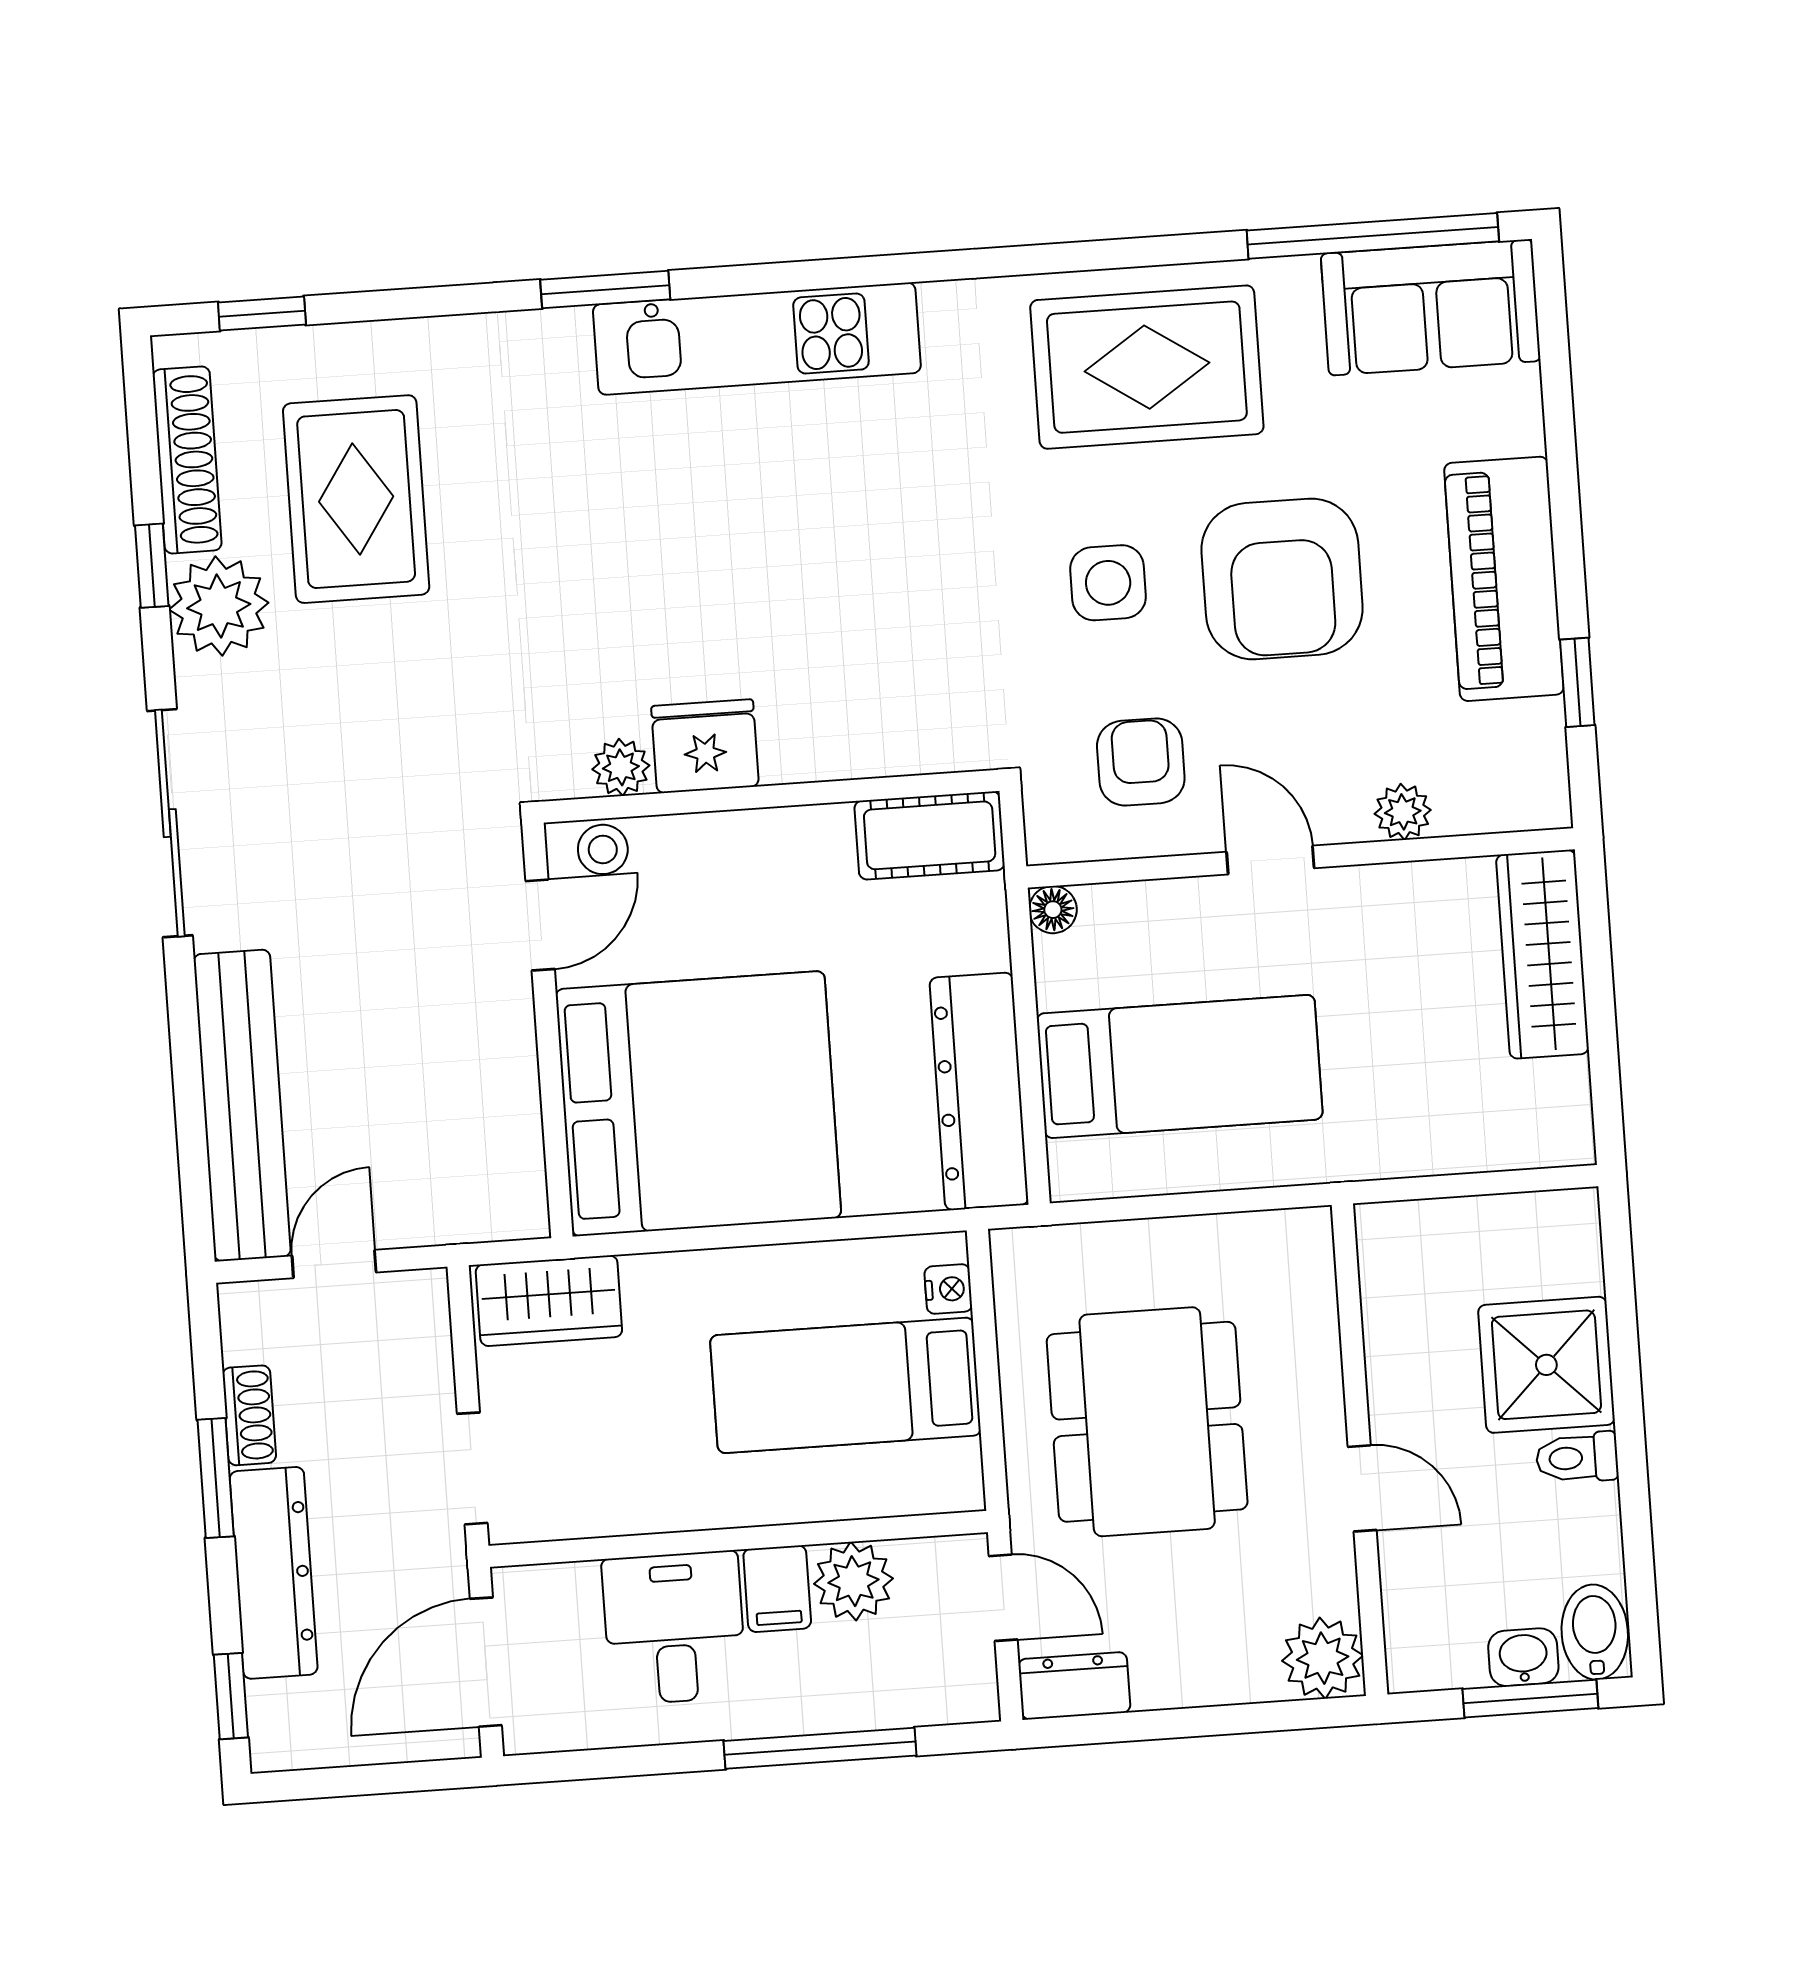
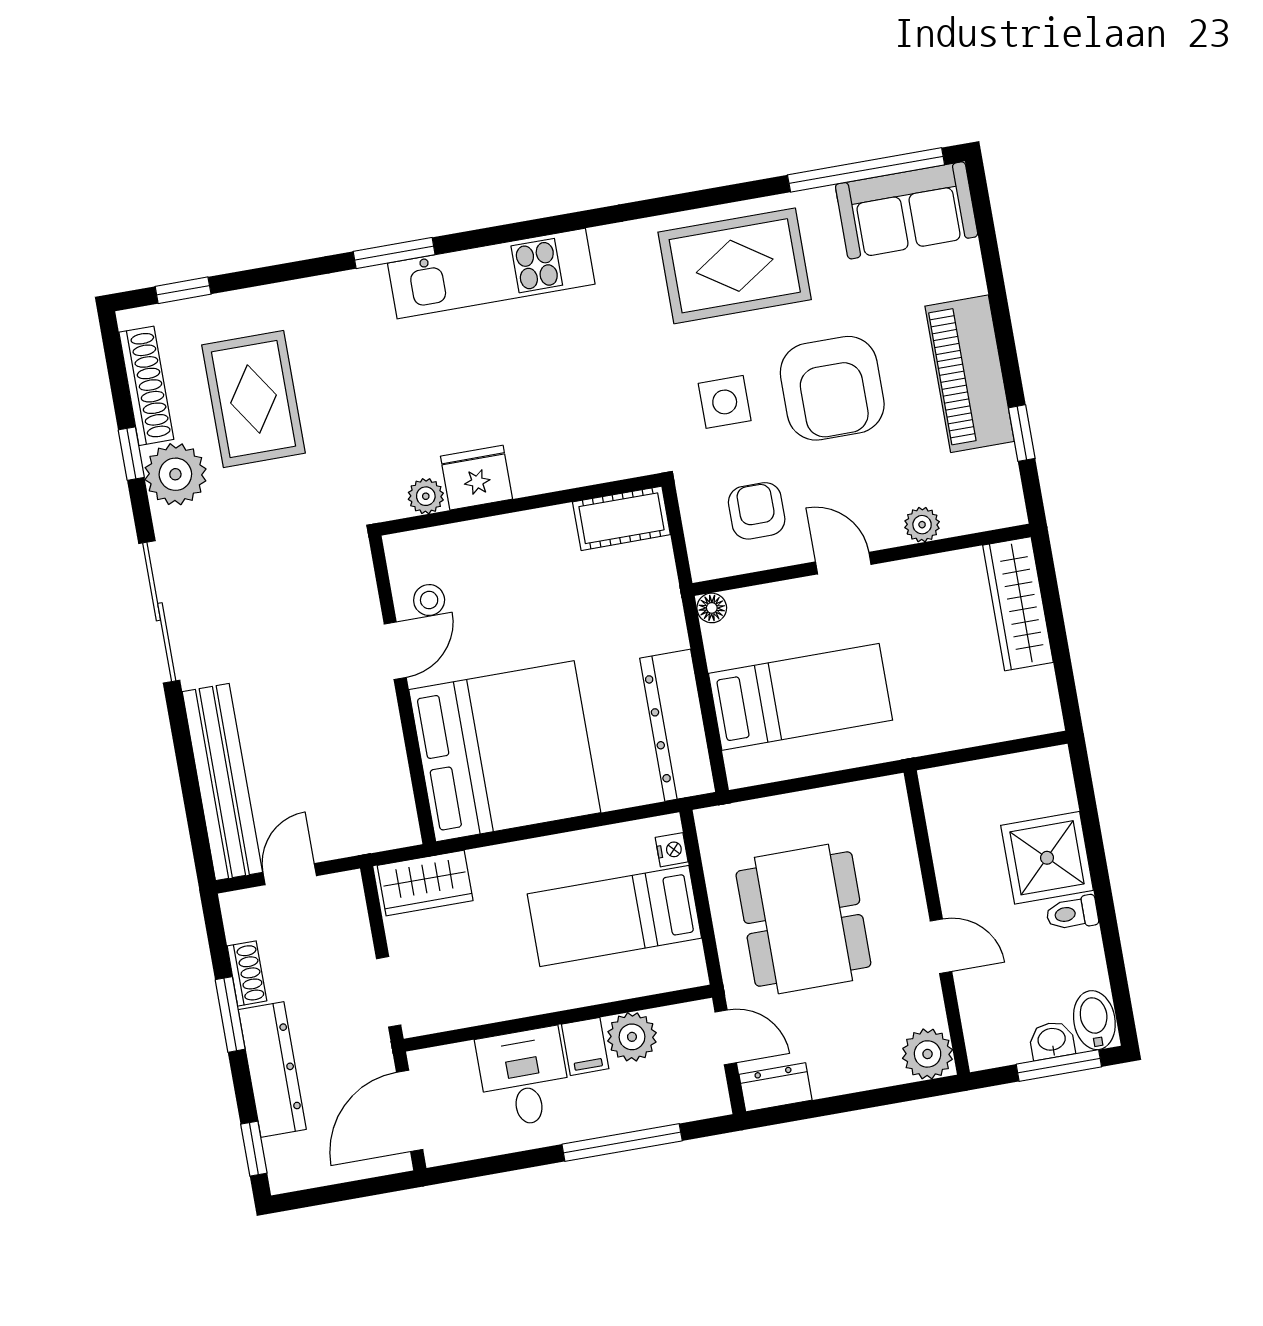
fridge: (705, 746) -> (477, 478), moved
plant: (621, 767) -> (426, 496), moved
wall: (771, 796) -> (521, 504), moved
cot: (930, 835) -> (621, 518), moved

